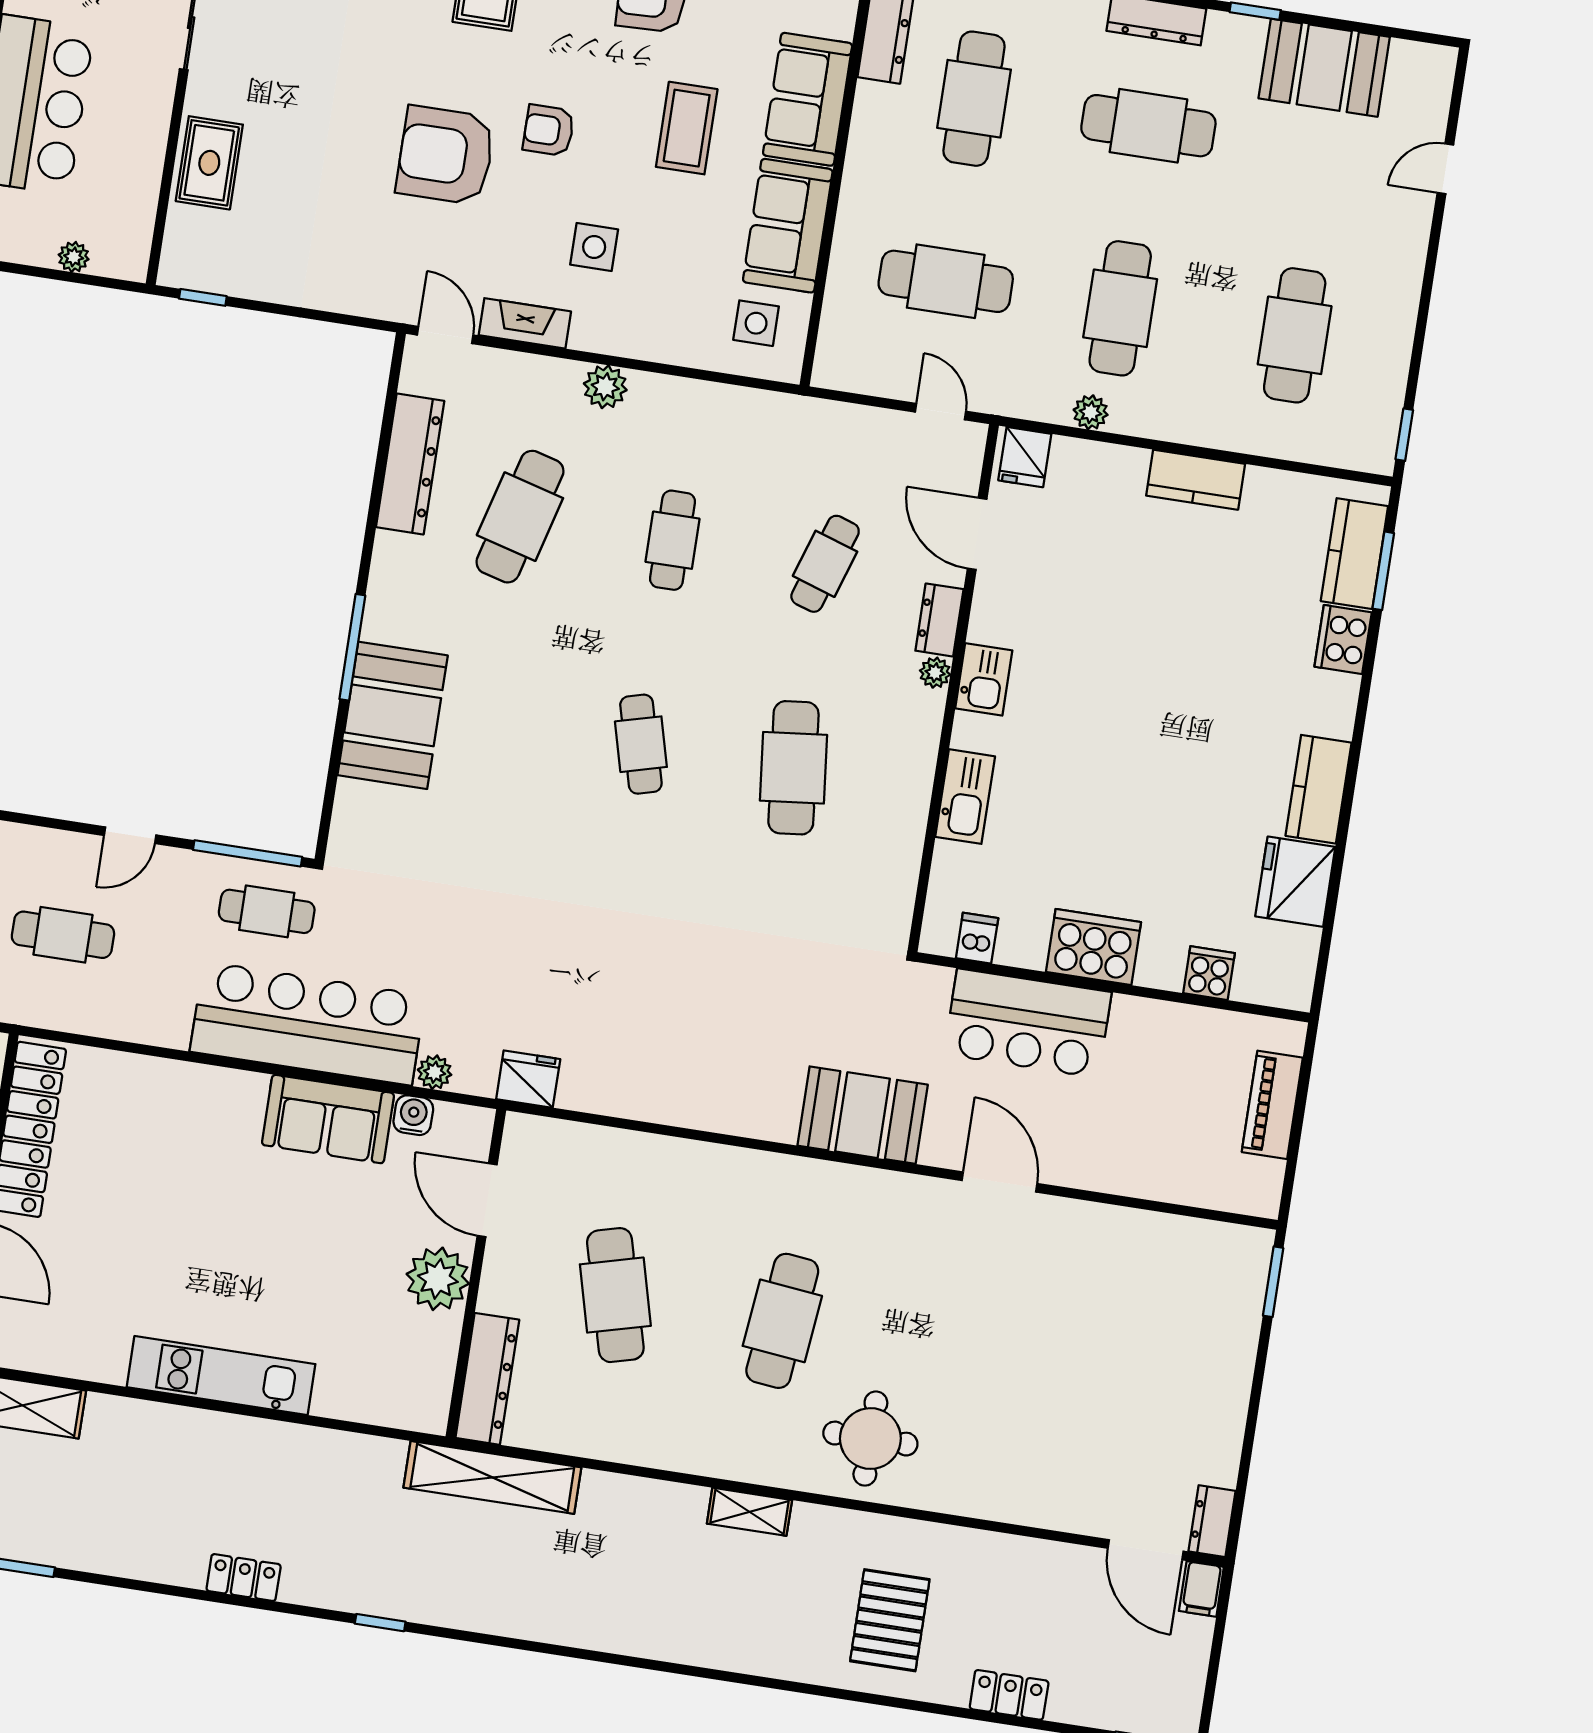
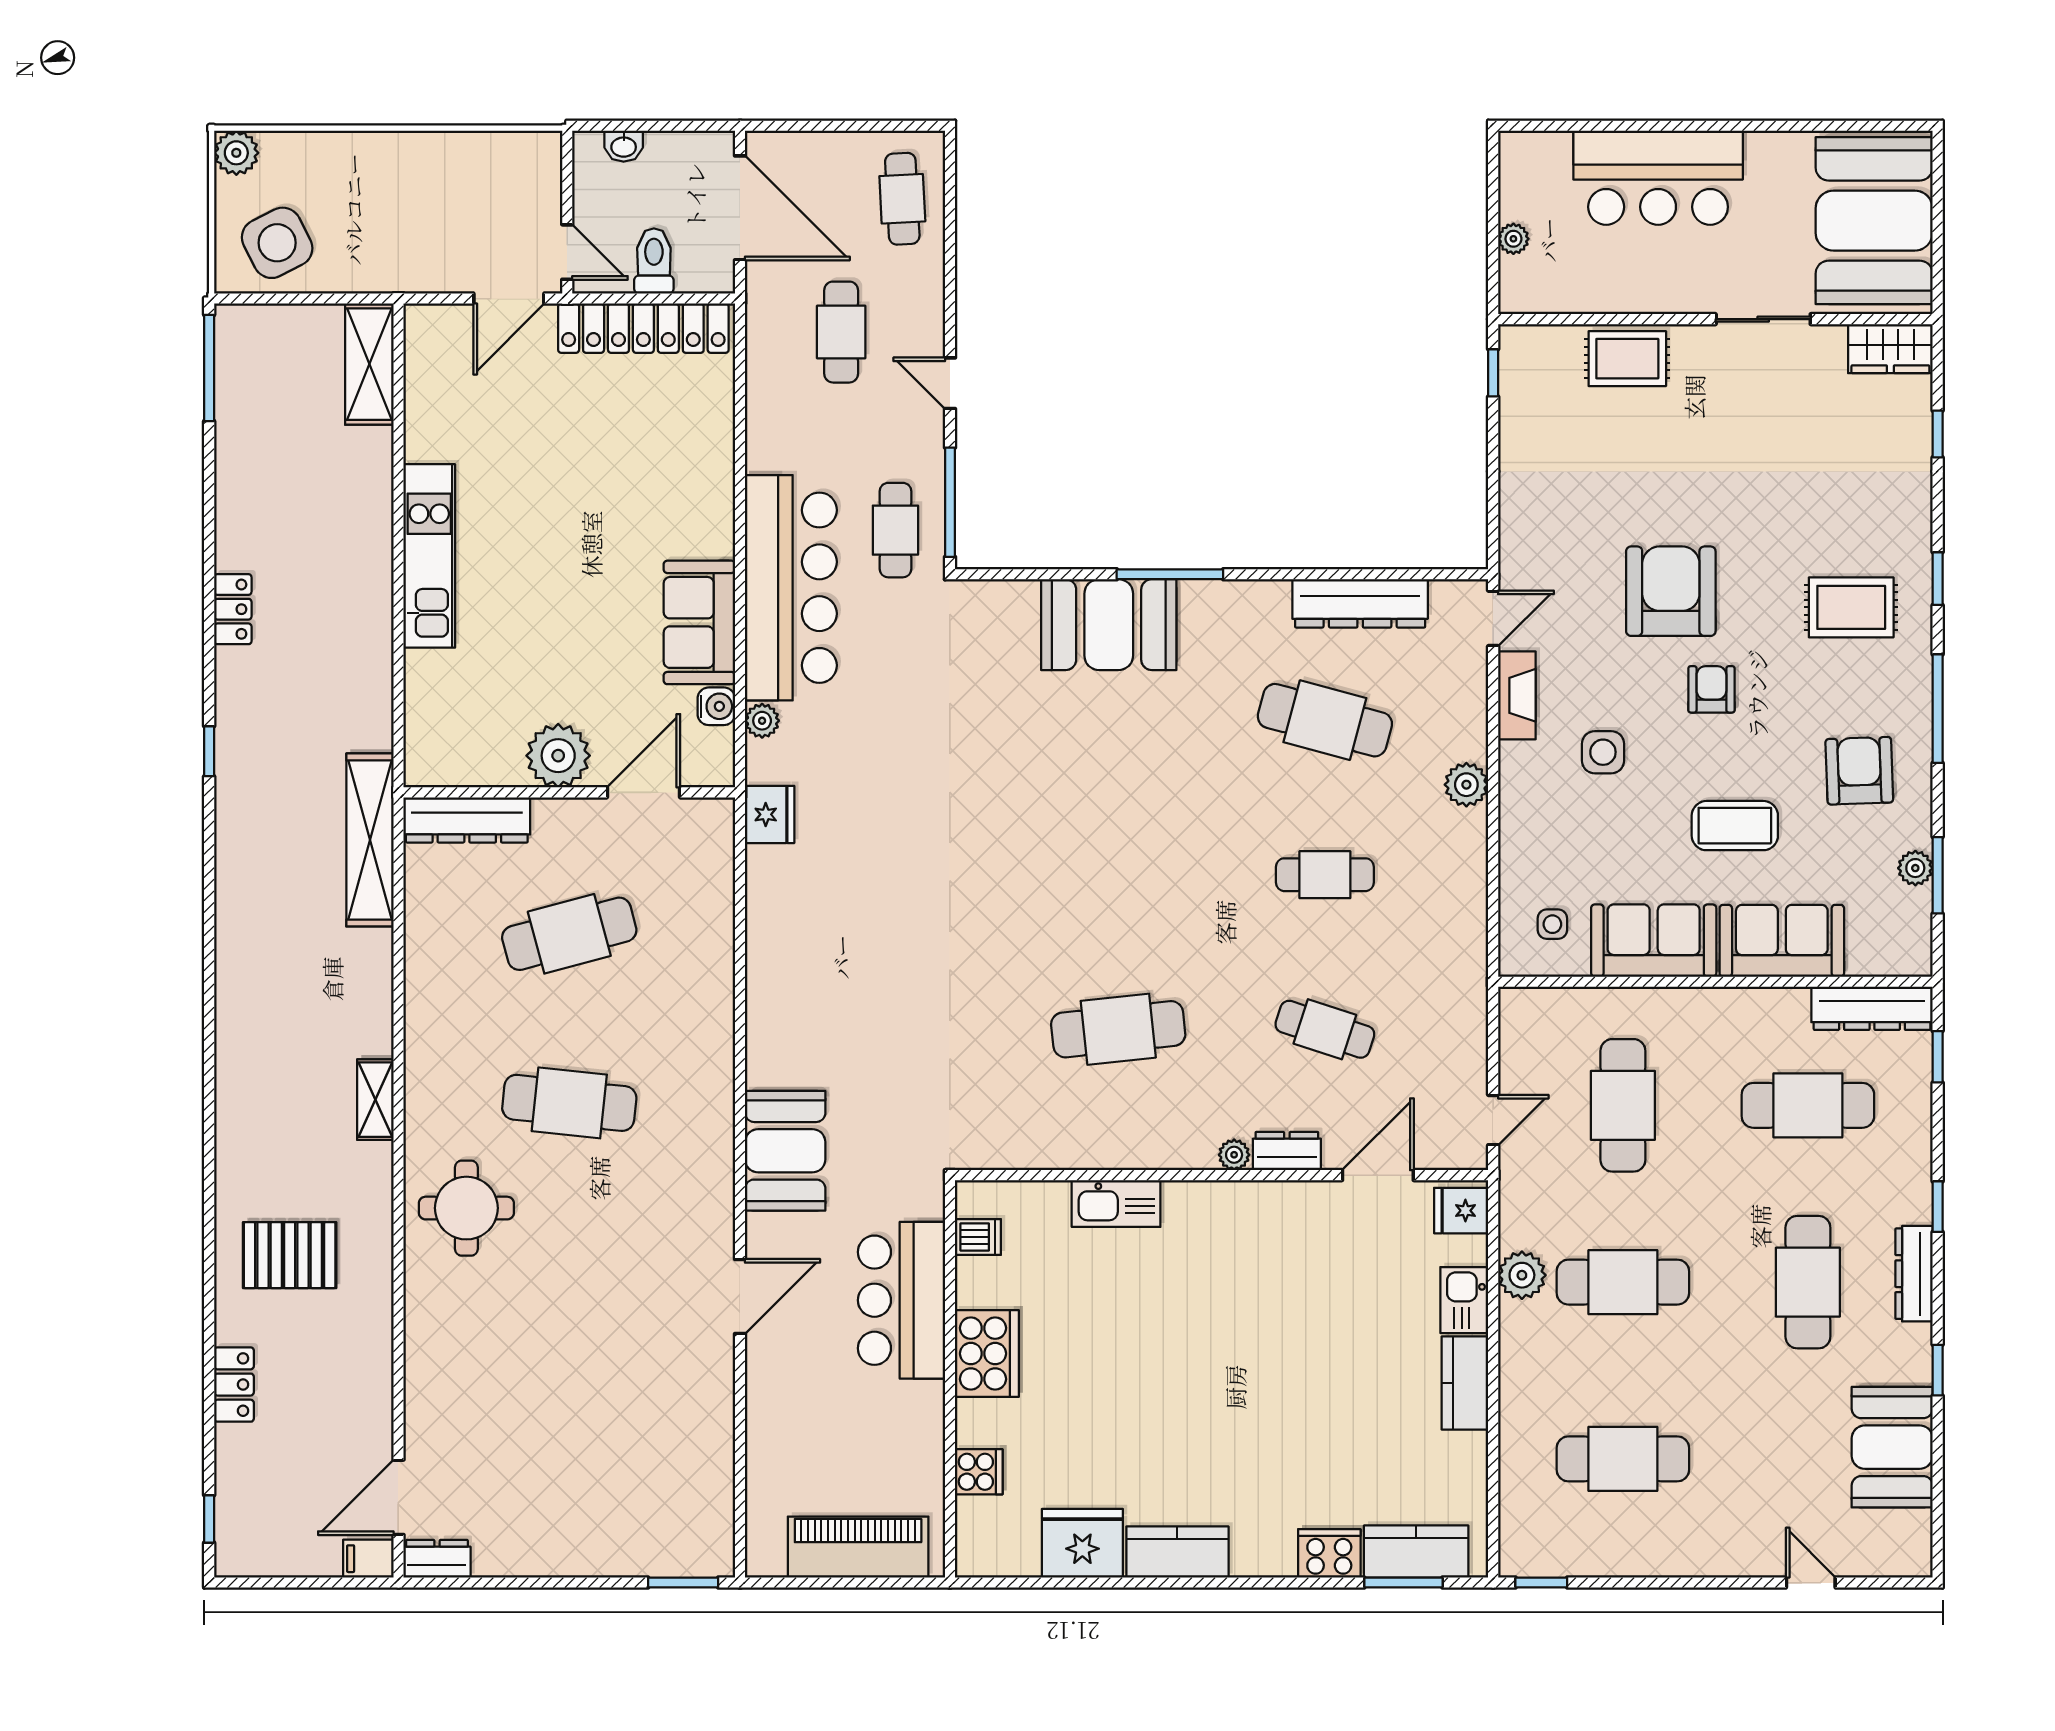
side table: (756, 323) -> (1552, 924), width x0.73, depth x0.73
plant: (1091, 412) -> (1522, 1275), width x1.38, depth x1.38
kitchen sink: (984, 679) -> (1464, 1300), moved, turned 90
cafe table: (641, 744) -> (1118, 875), removed
piano: (1272, 1105) -> (858, 1547), width x1.37, depth x1.33

